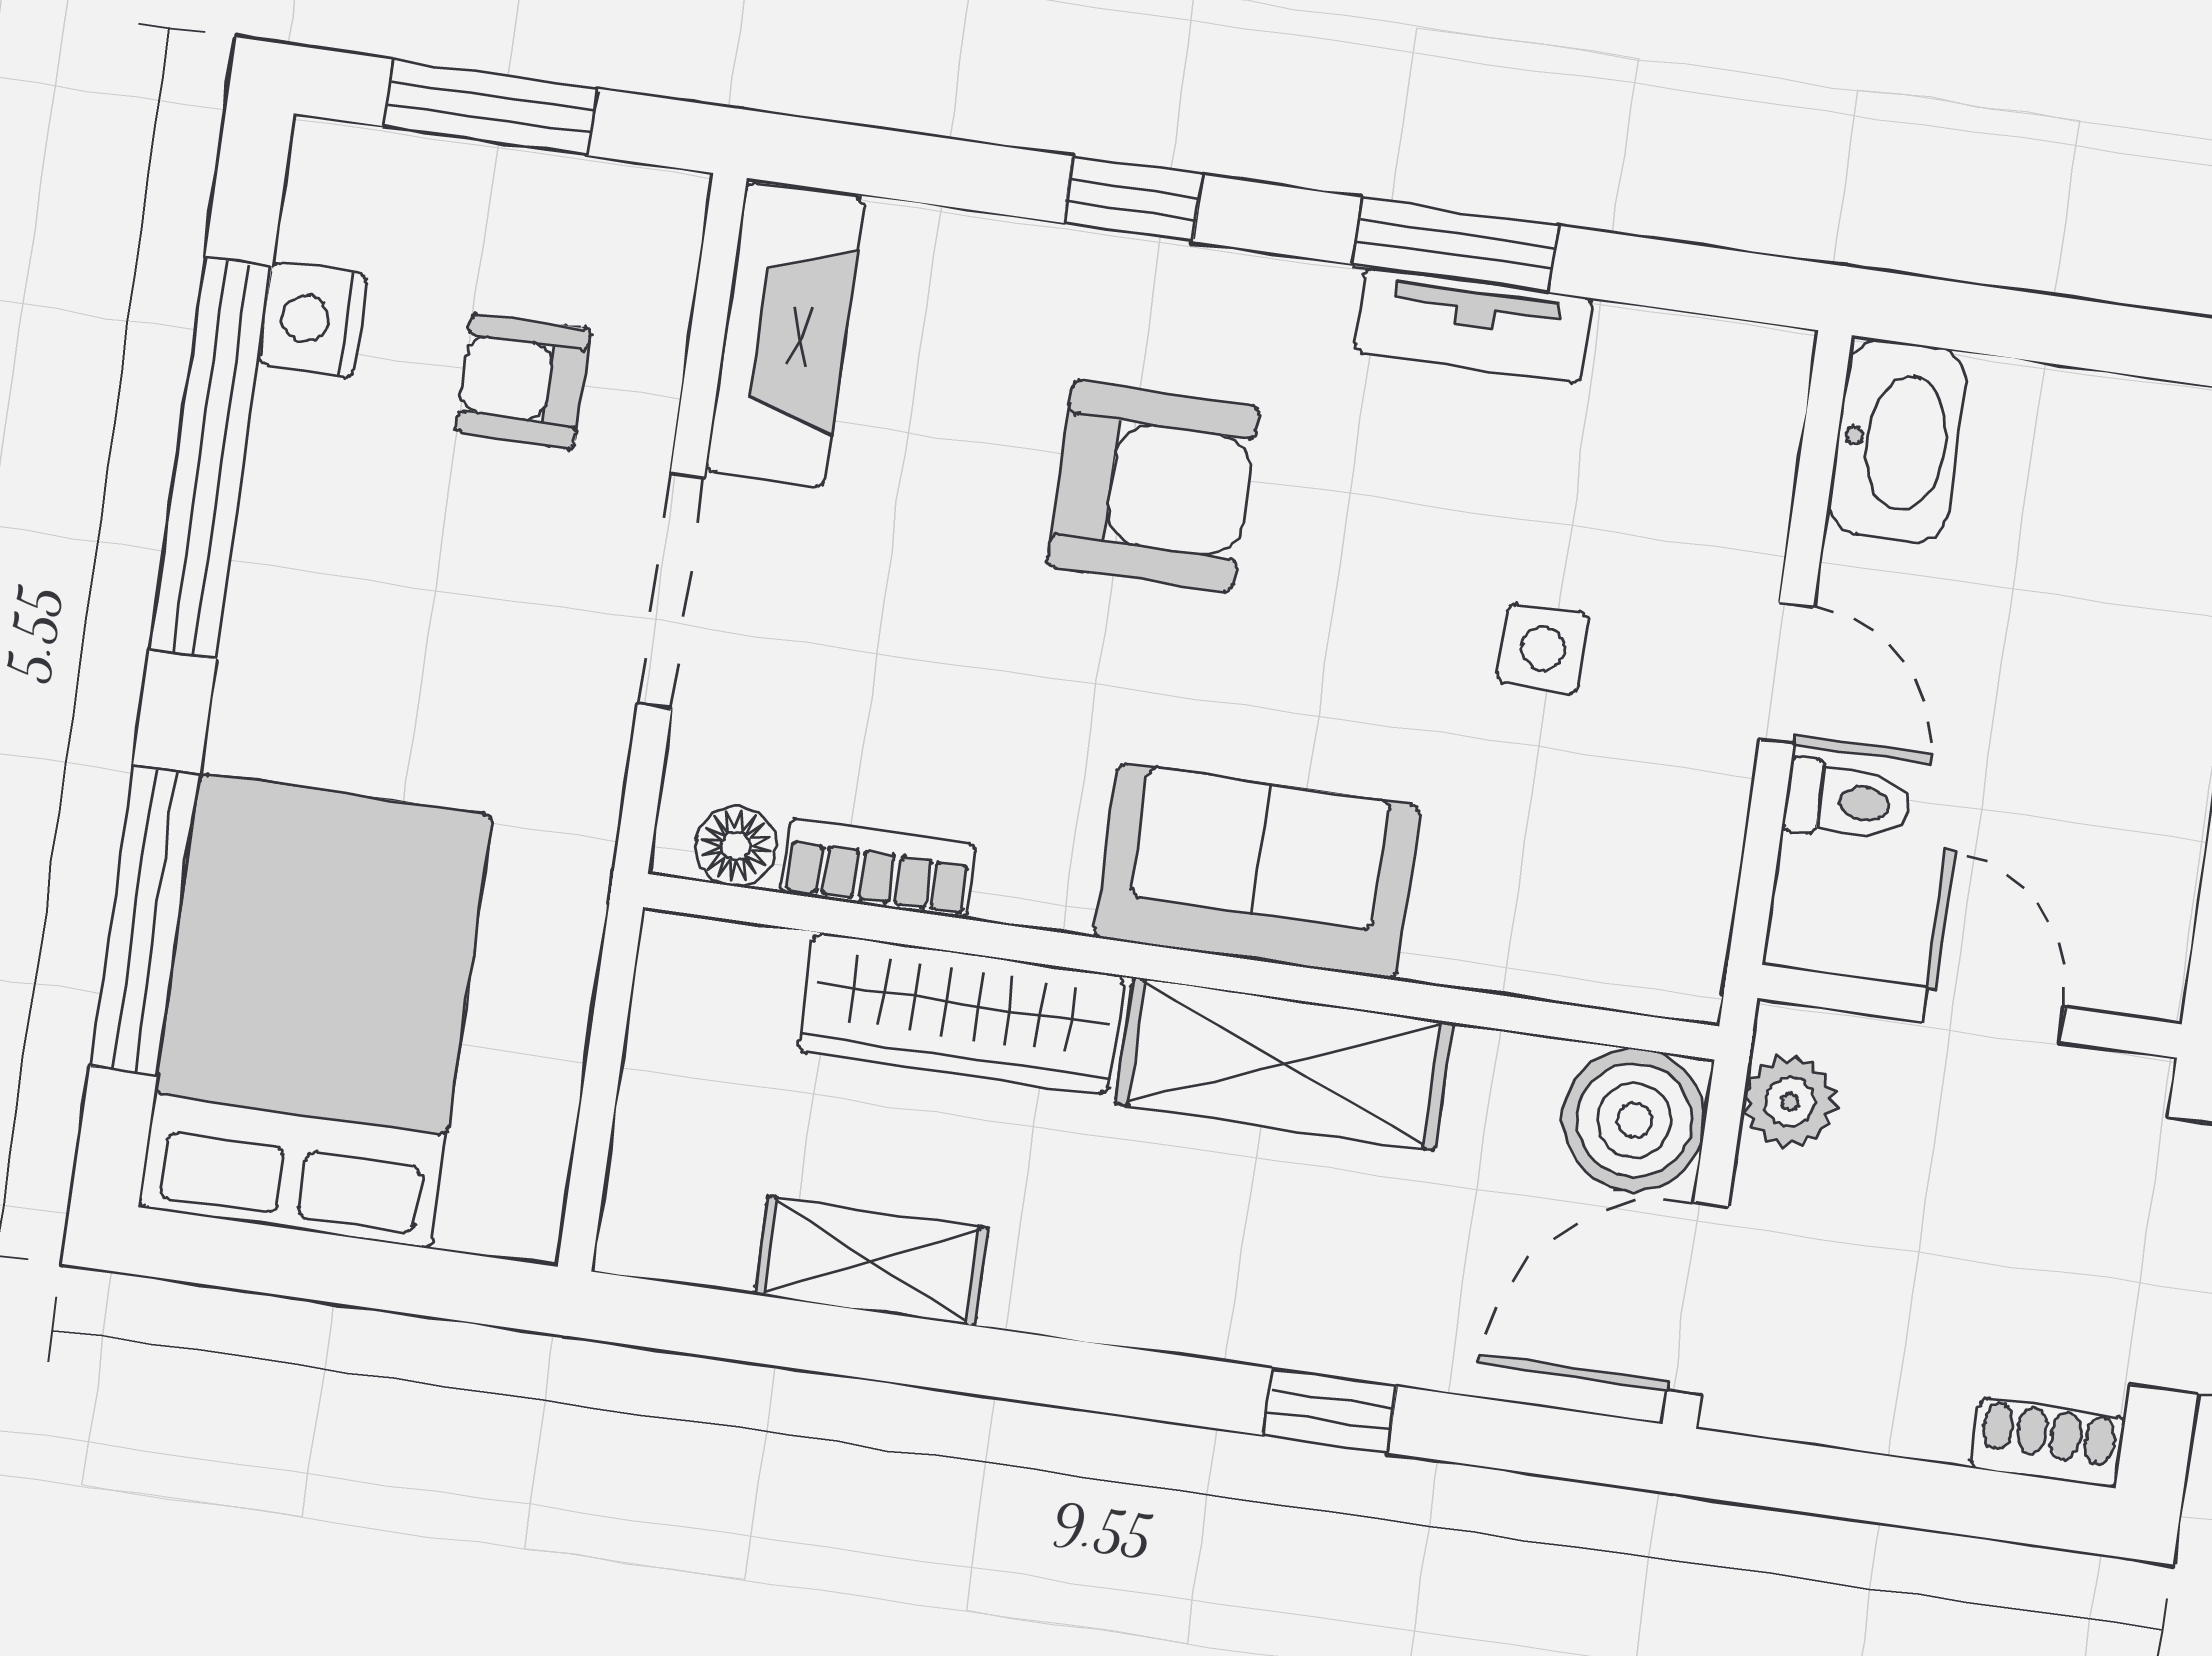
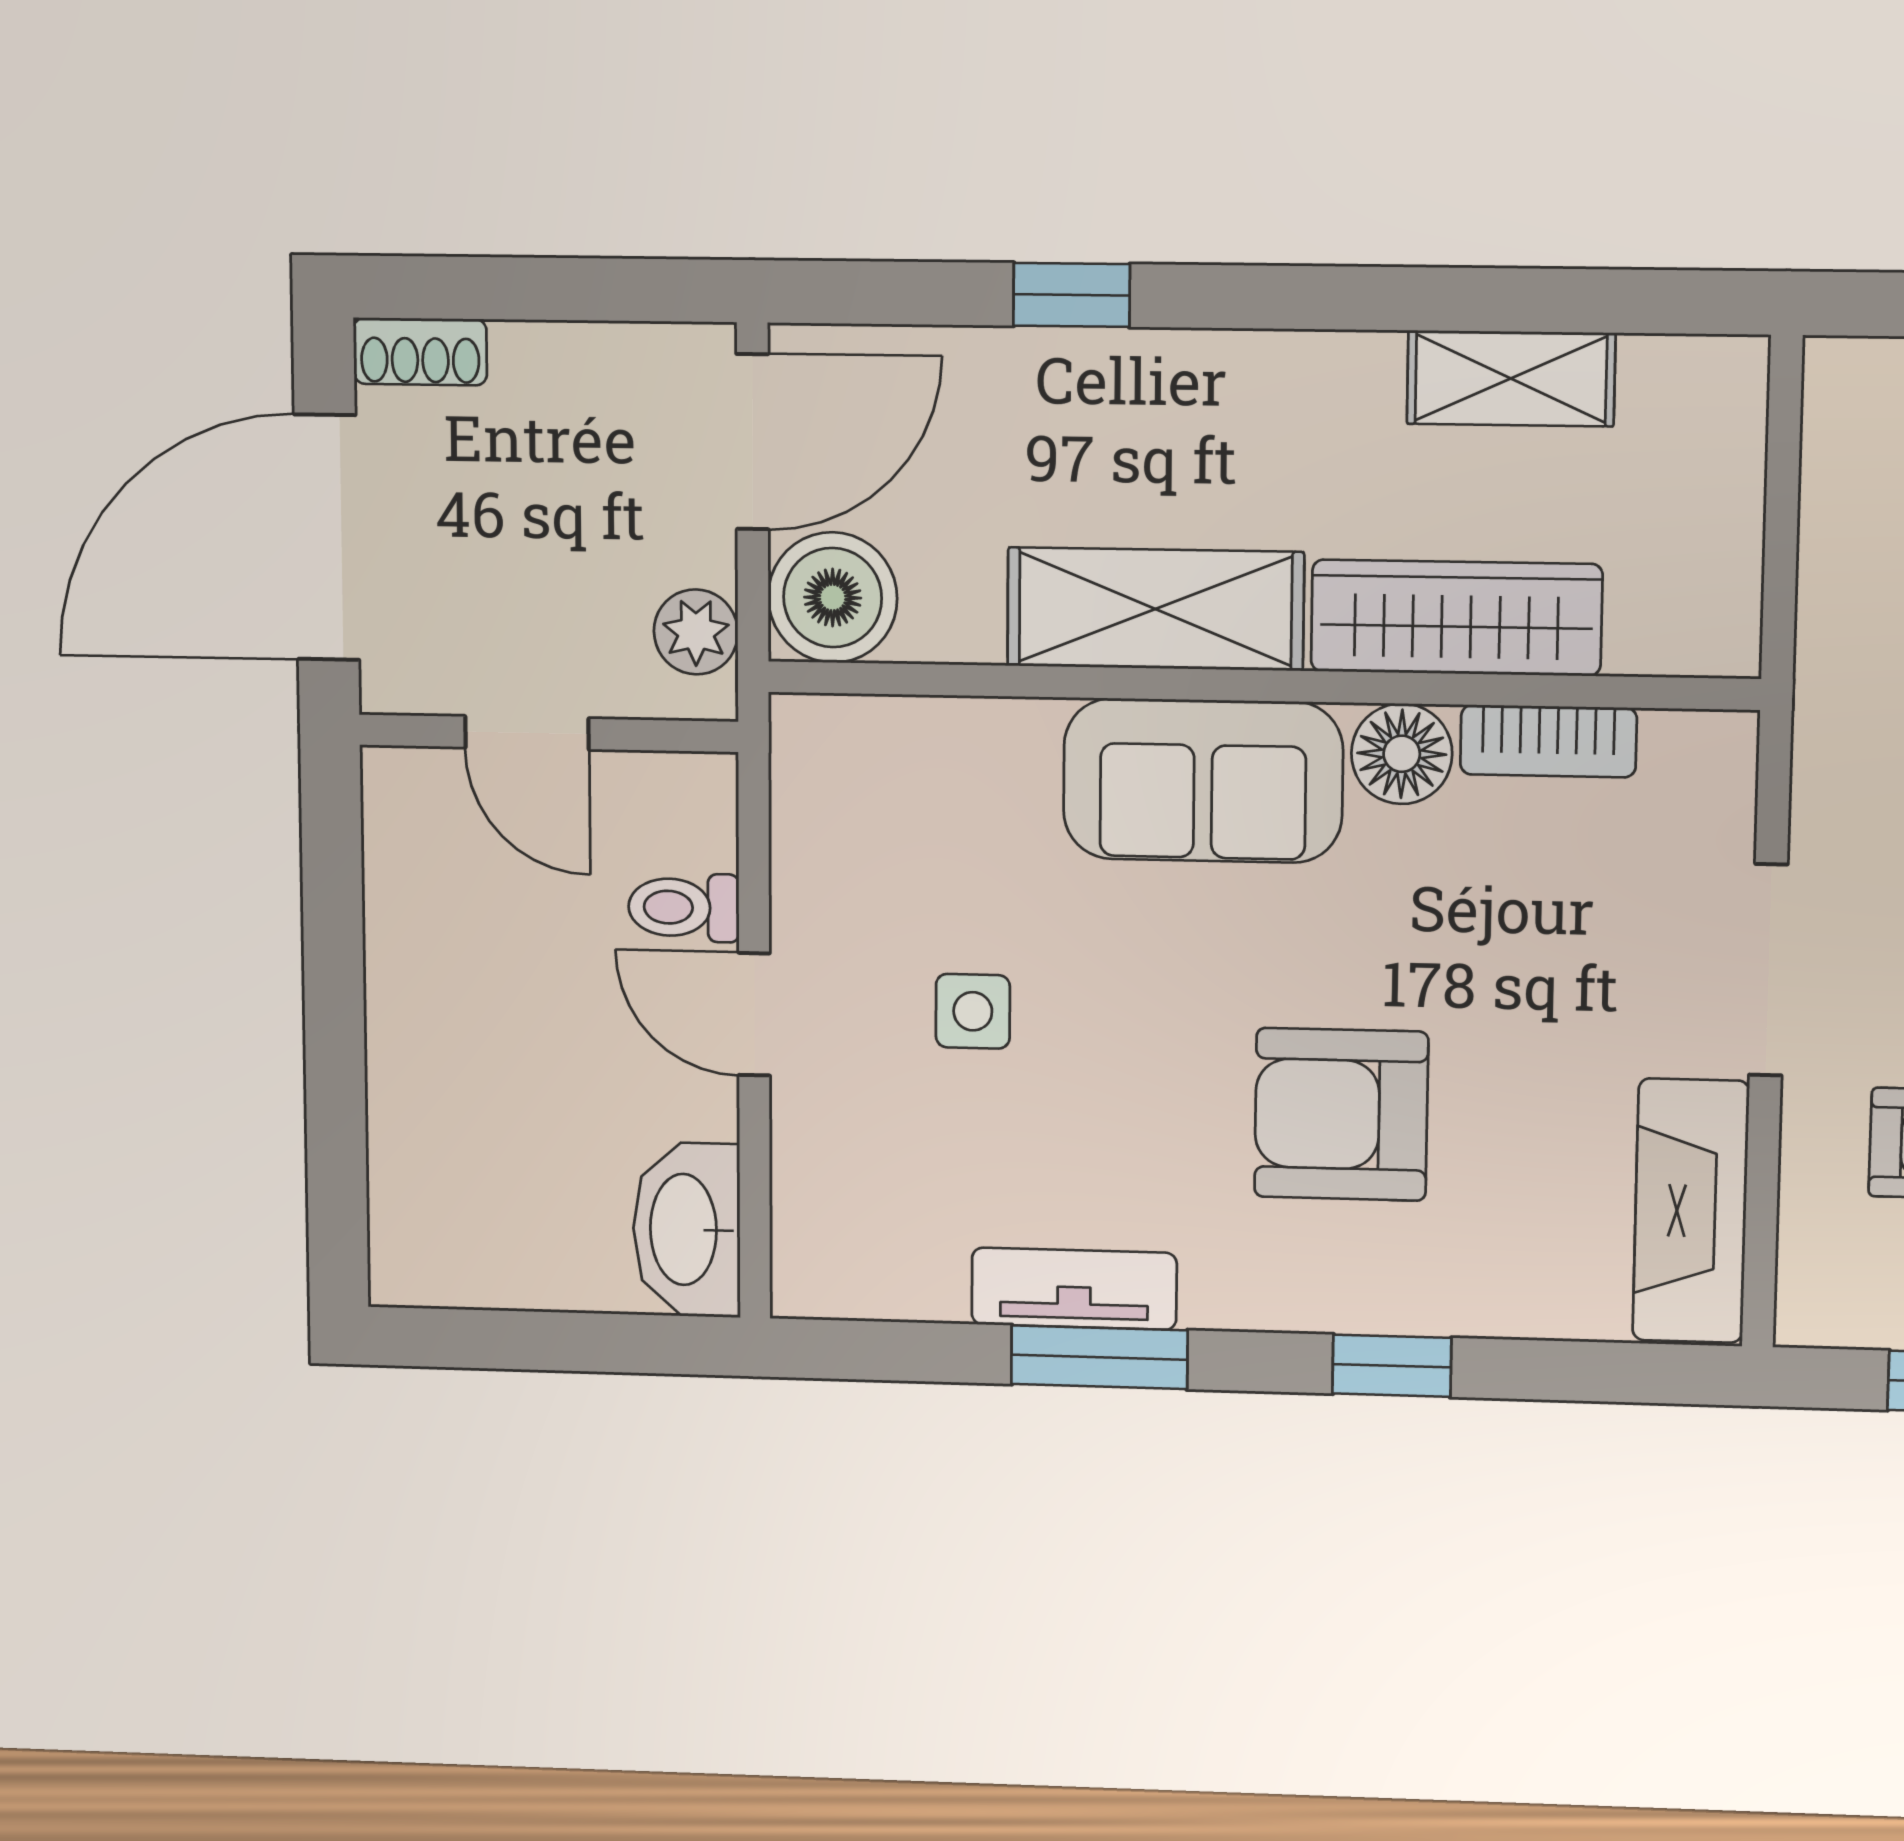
floor lamp: (736, 846) -> (1402, 754), moved, width x1.37, depth x1.37

